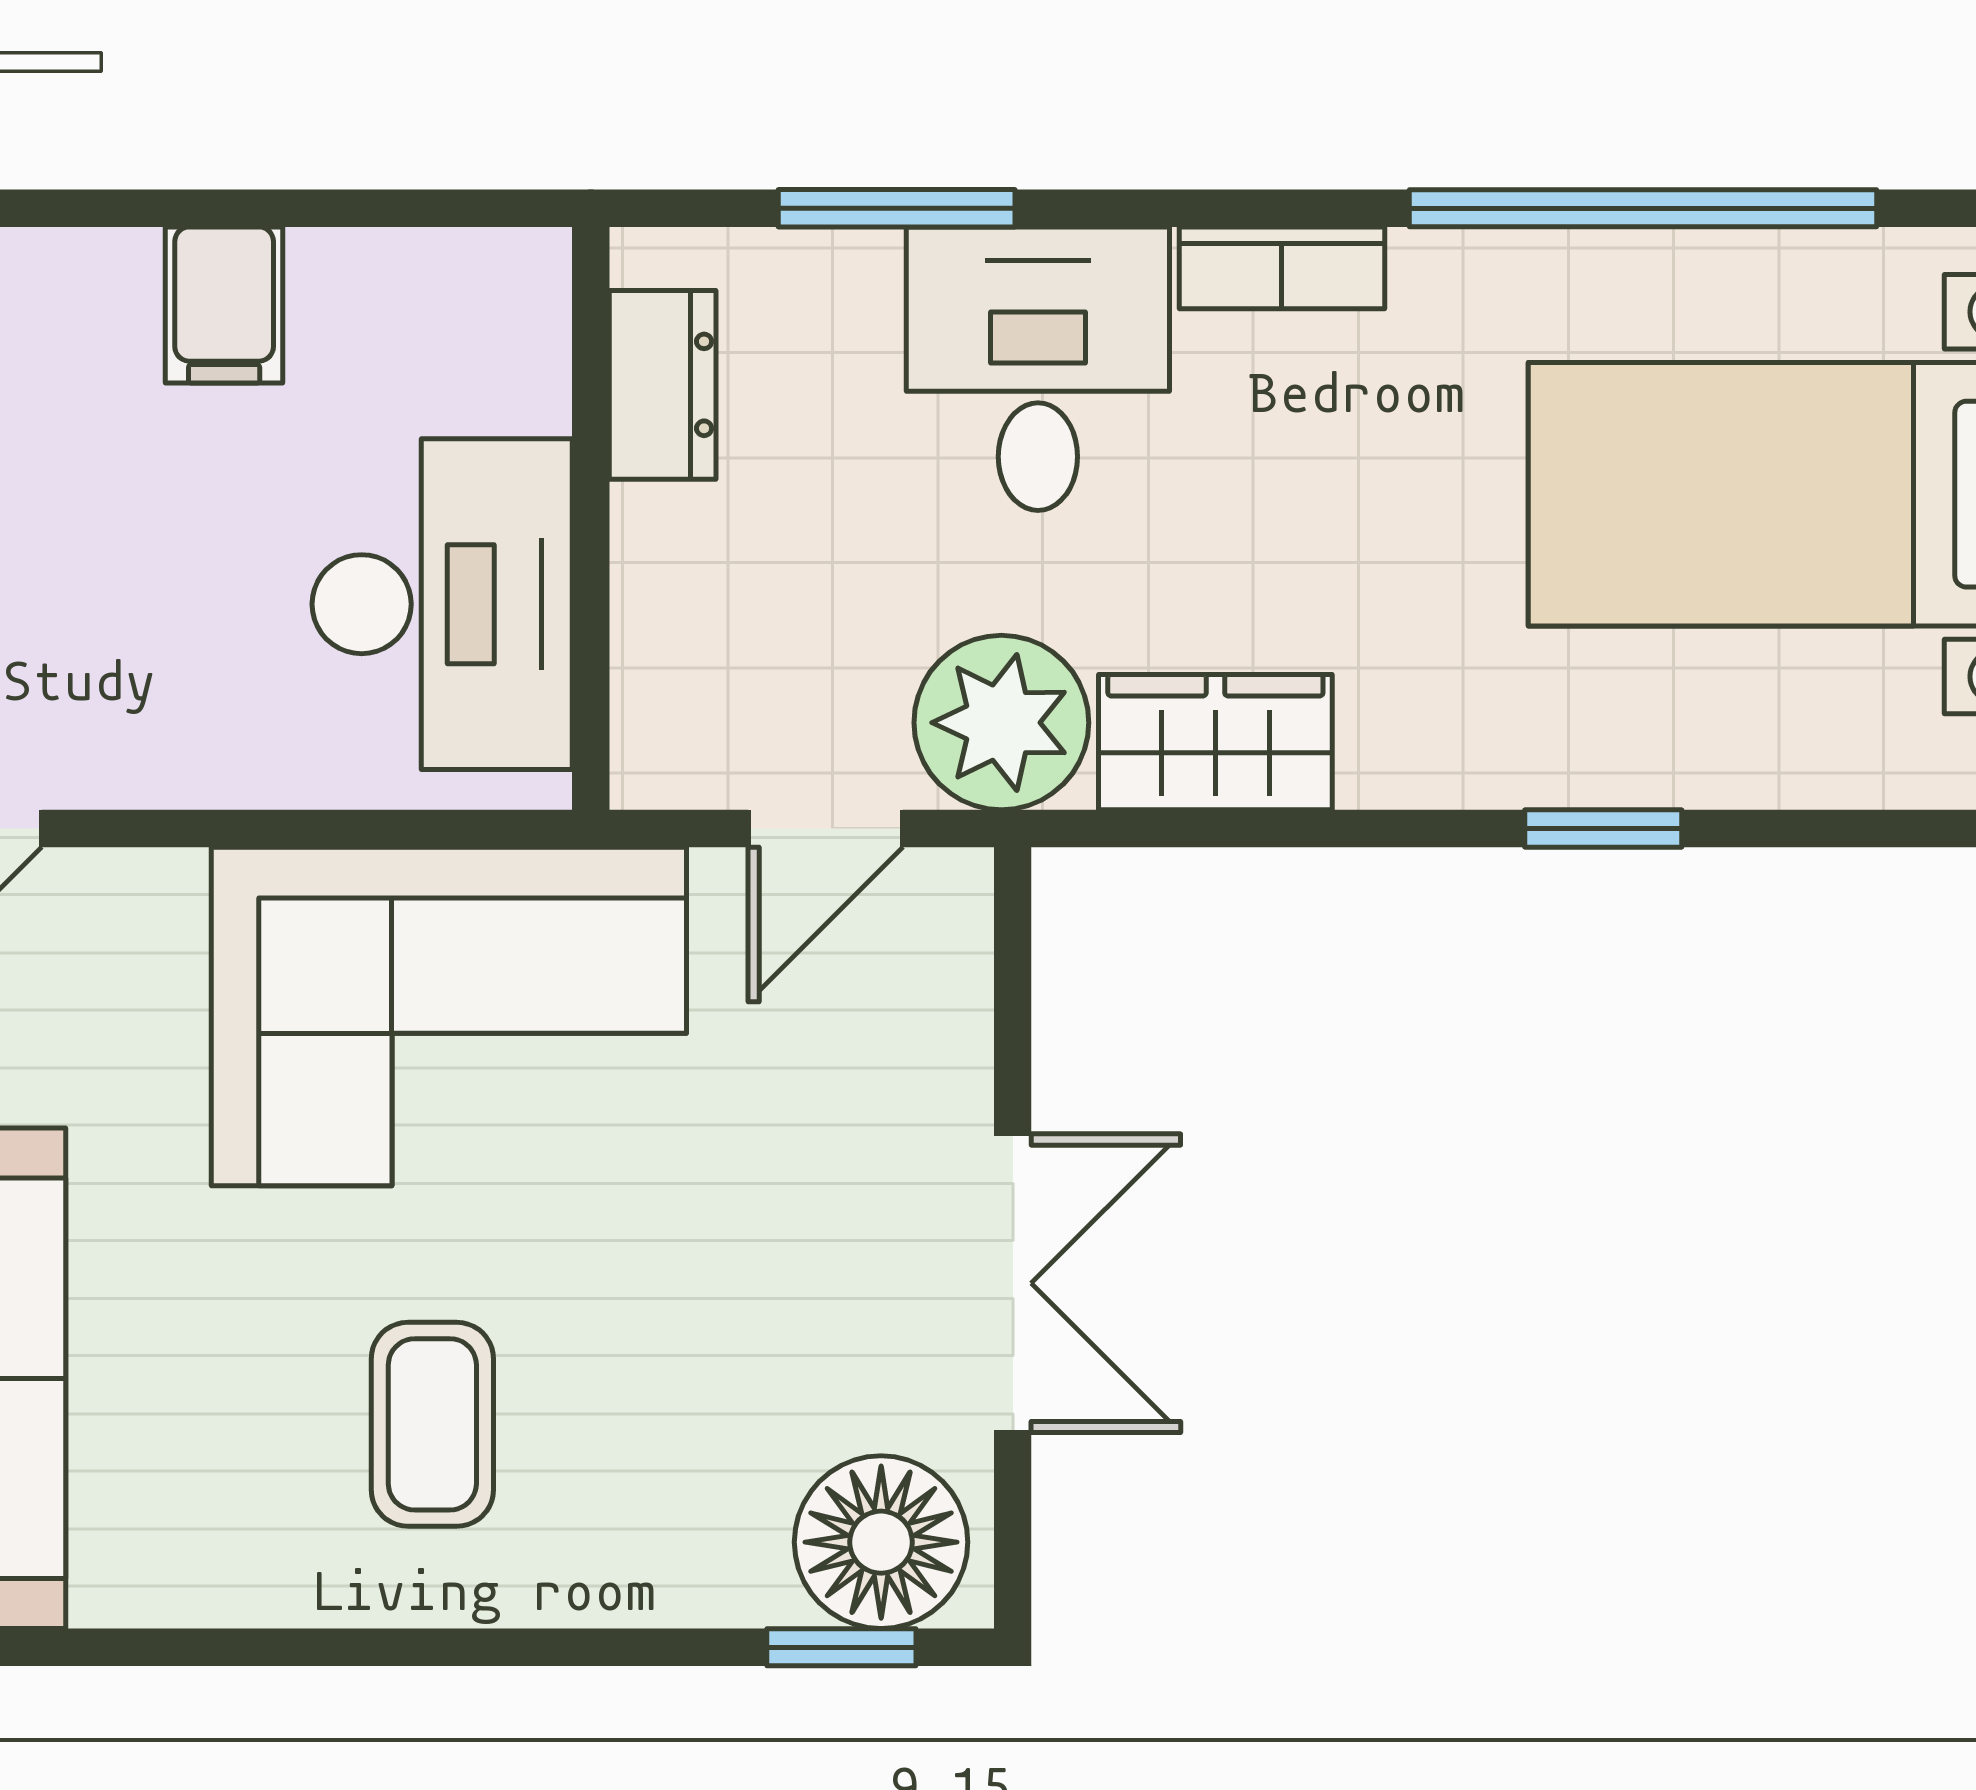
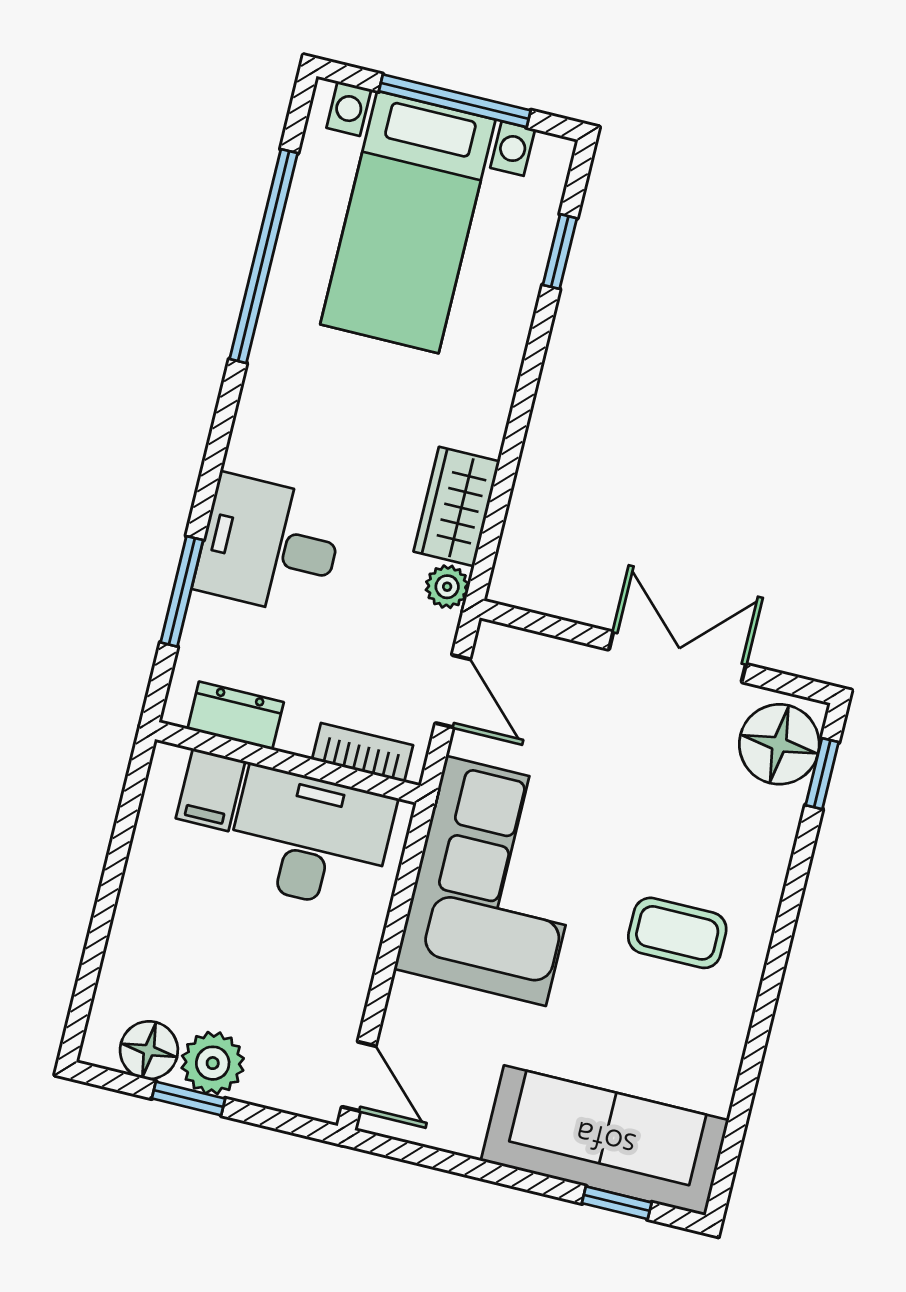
bookcase: (1282, 268) -> (363, 752), moved, turned -90
filing cabinet: (224, 305) -> (211, 790), moved, turned 90
plant: (1001, 723) -> (447, 587), width x0.53, depth x0.53
window: (1603, 829) -> (560, 252), moved

